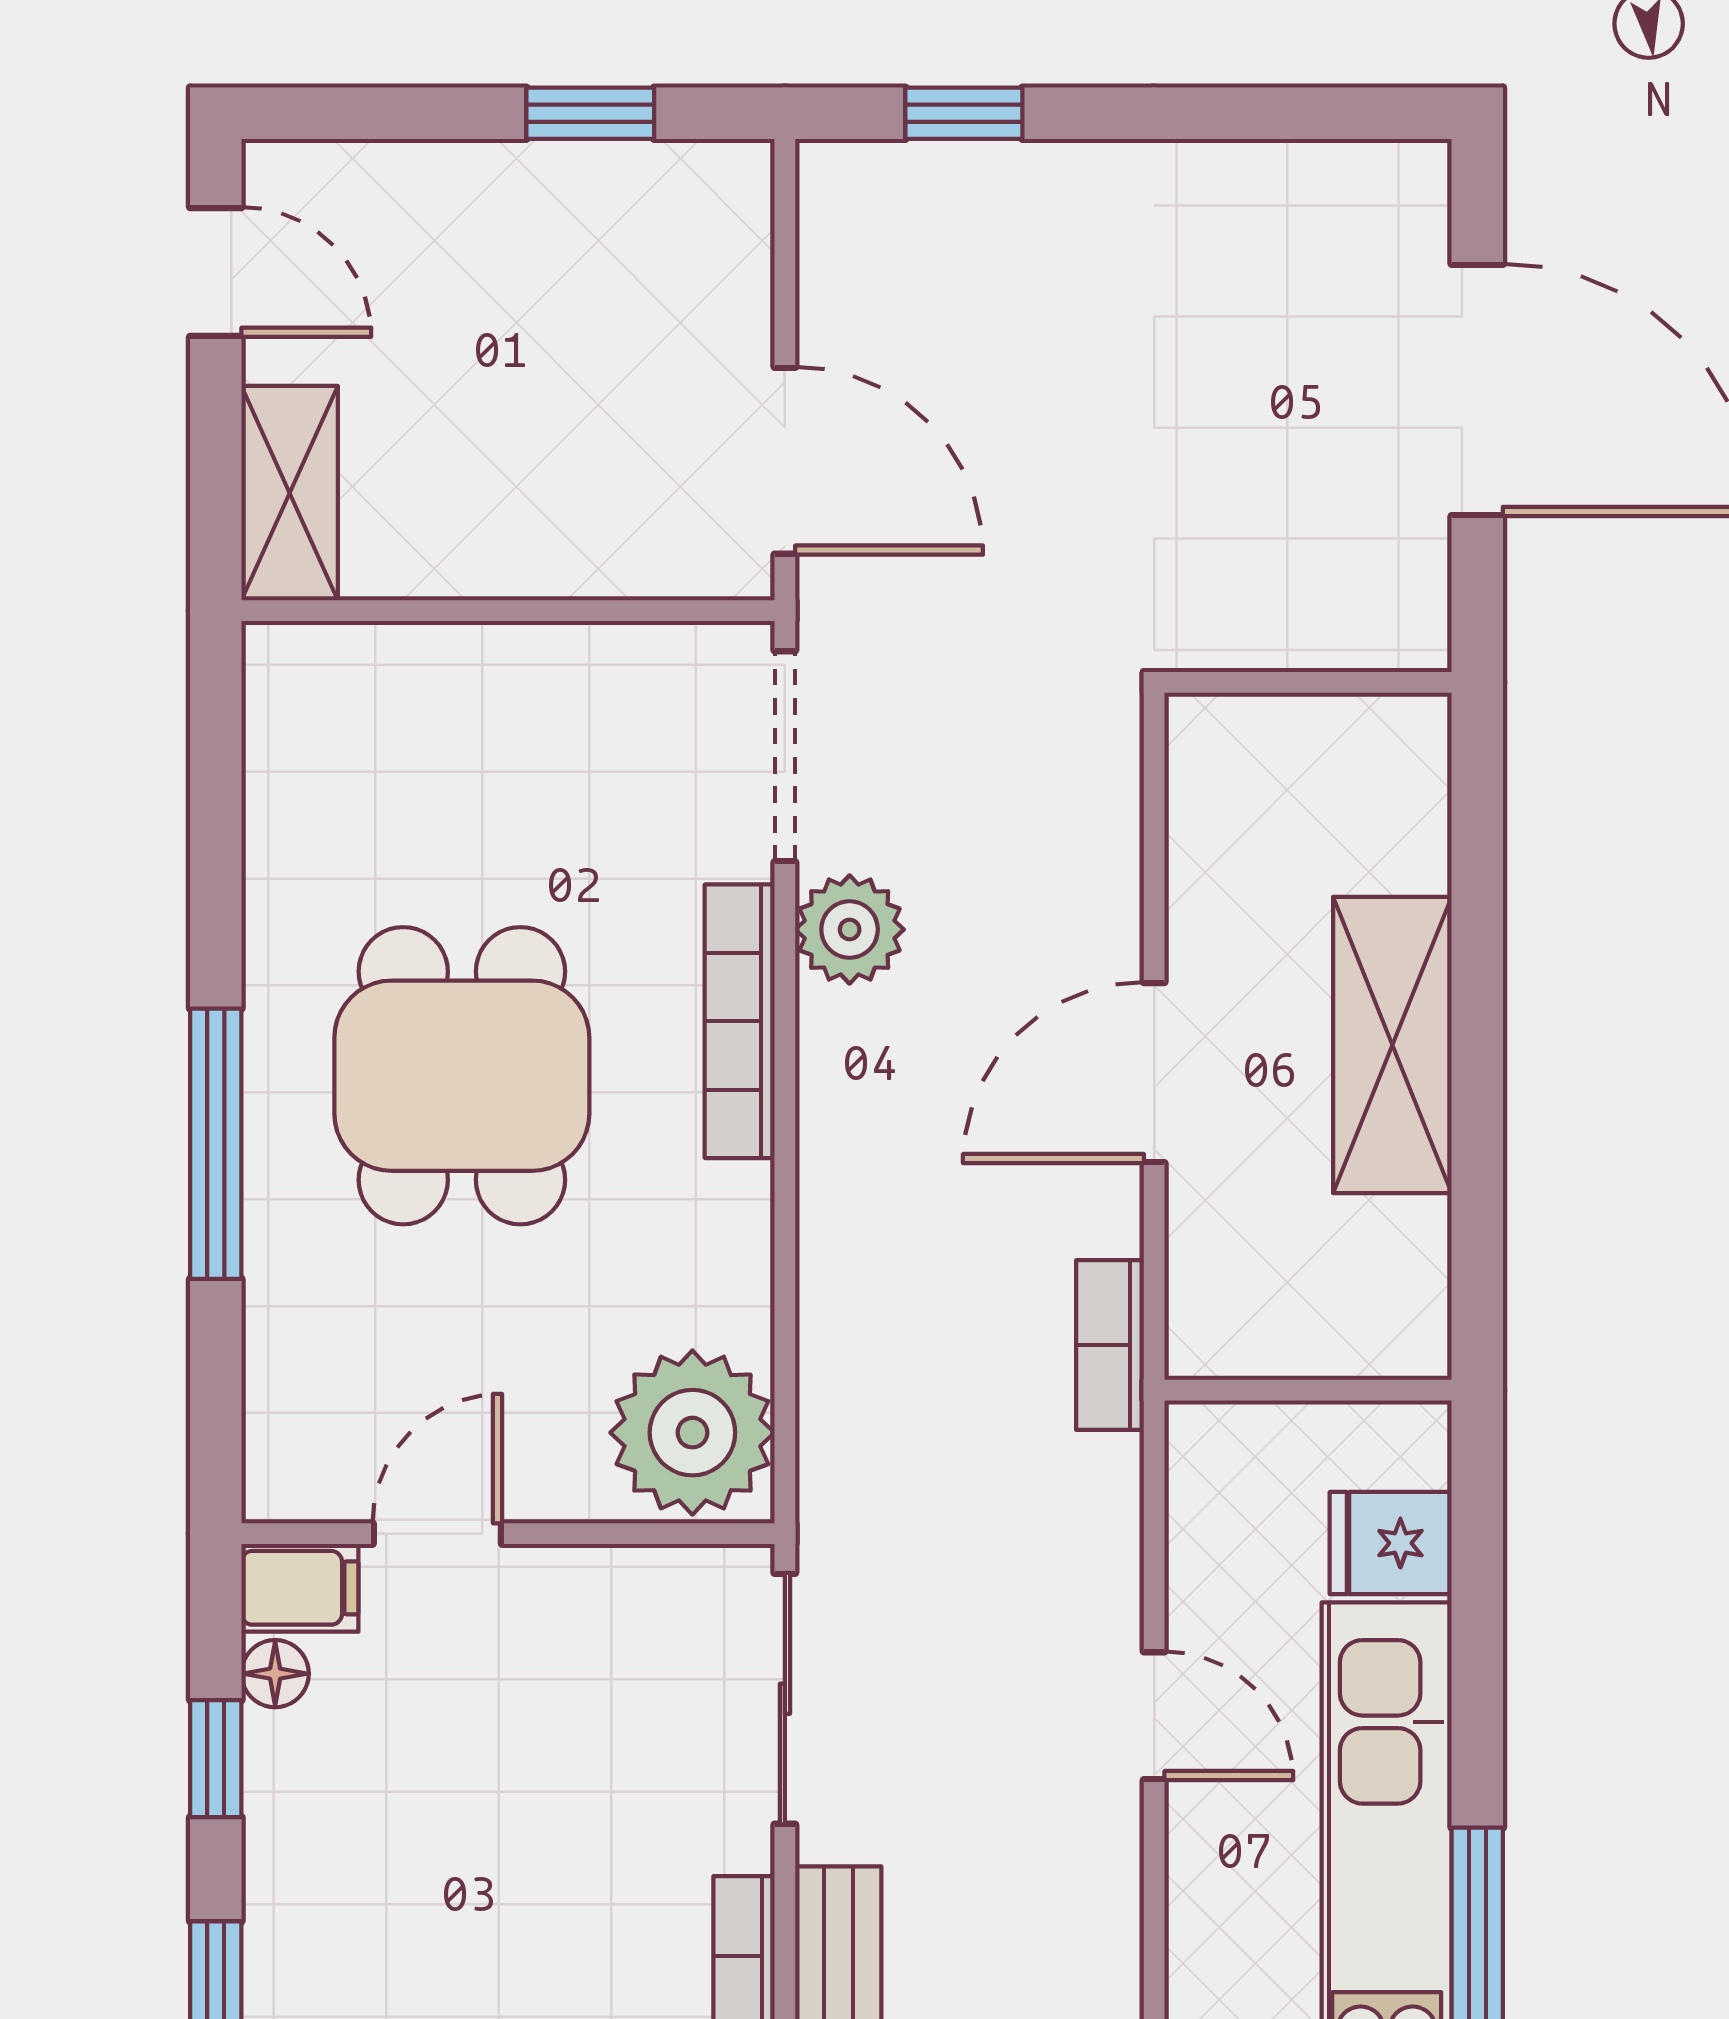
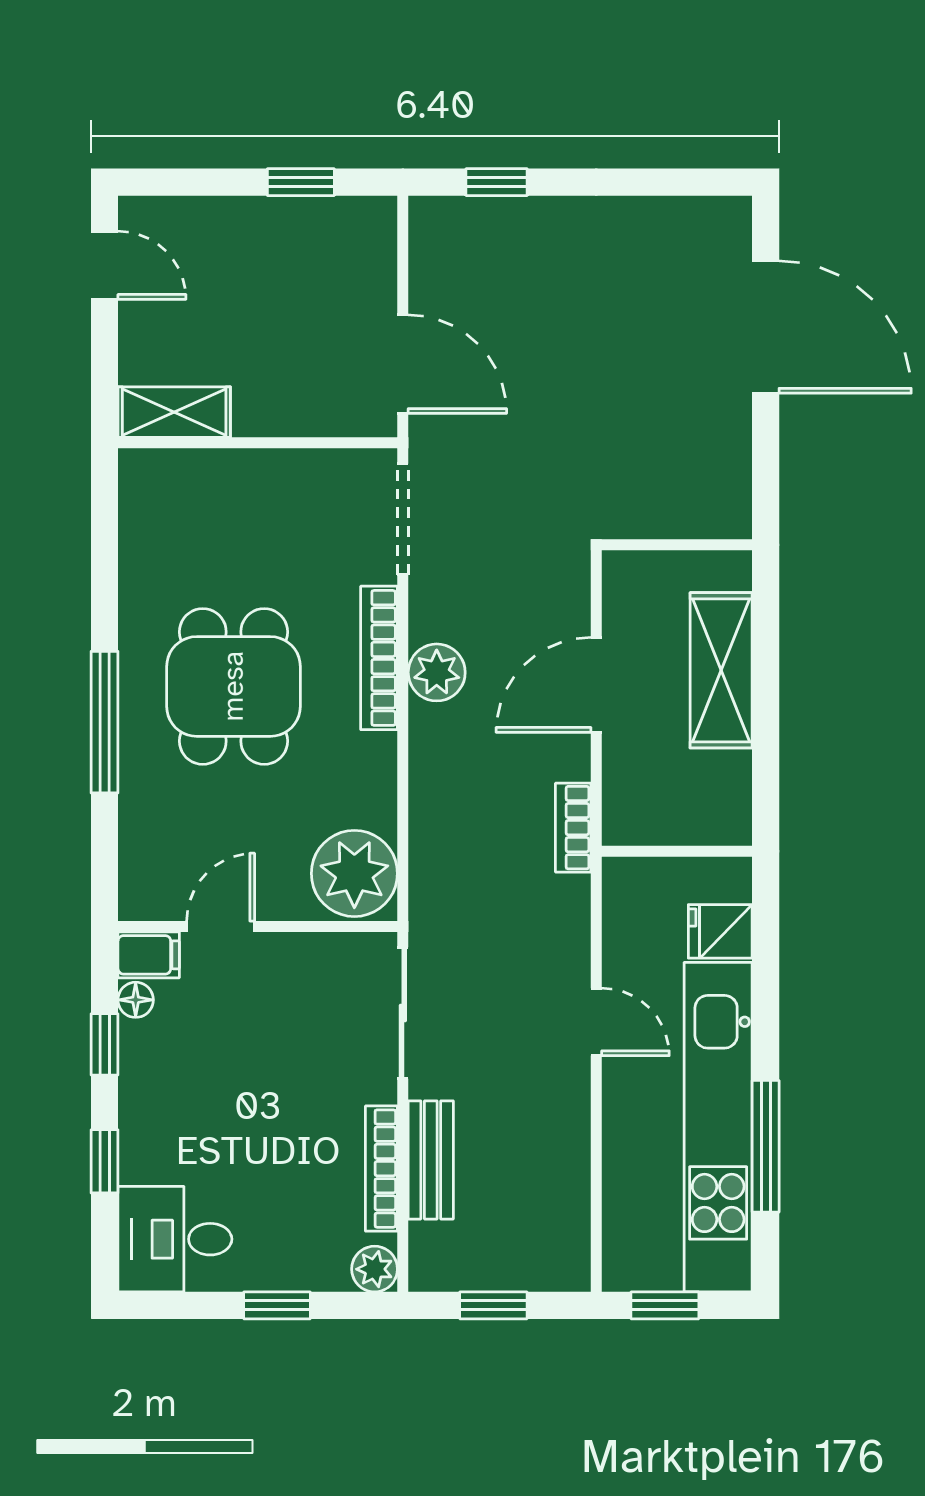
shelving: (290, 493) -> (174, 412), moved, turned 90
wall: (1308, 682) -> (677, 545), moved
plant: (850, 929) -> (437, 672), moved

